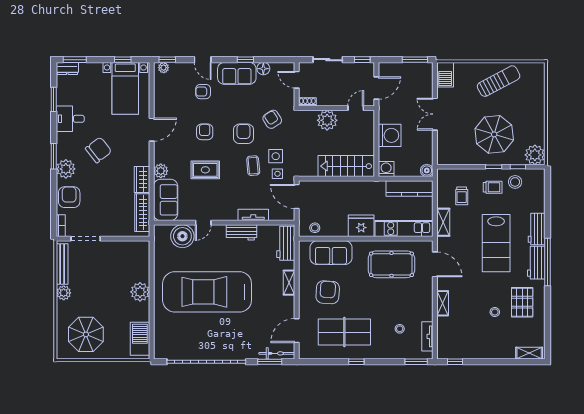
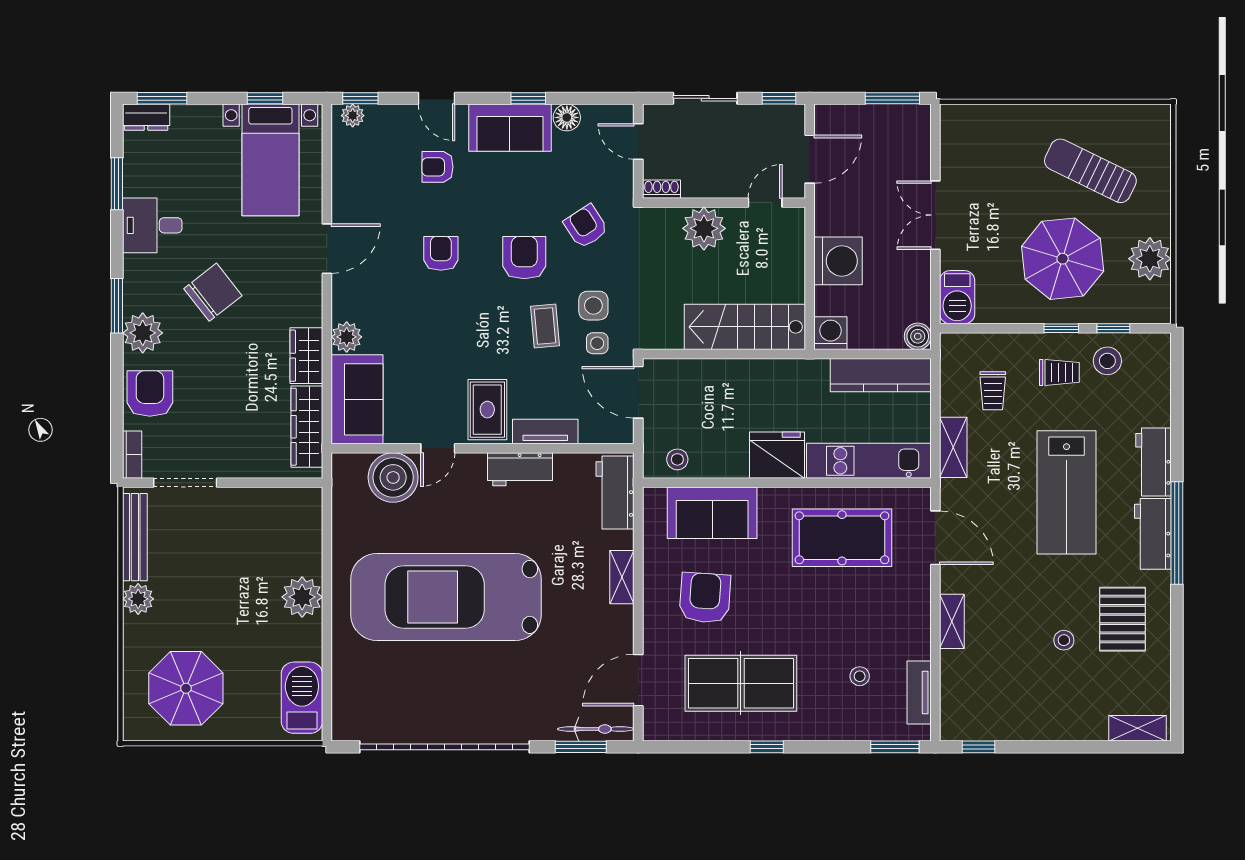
barbecue: (445, 75) -> (957, 297), moved
sun lounger: (499, 81) -> (1090, 171), moved, turned -126
plant: (535, 155) -> (1150, 259), moved
rug: (205, 170) -> (487, 410), moved, turned 90

